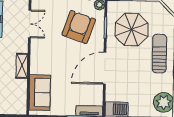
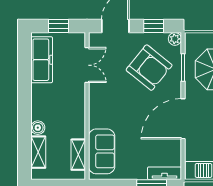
armchair: (79, 27) -> (149, 68), turned 110
shelving: (22, 66) -> (78, 155), moved

